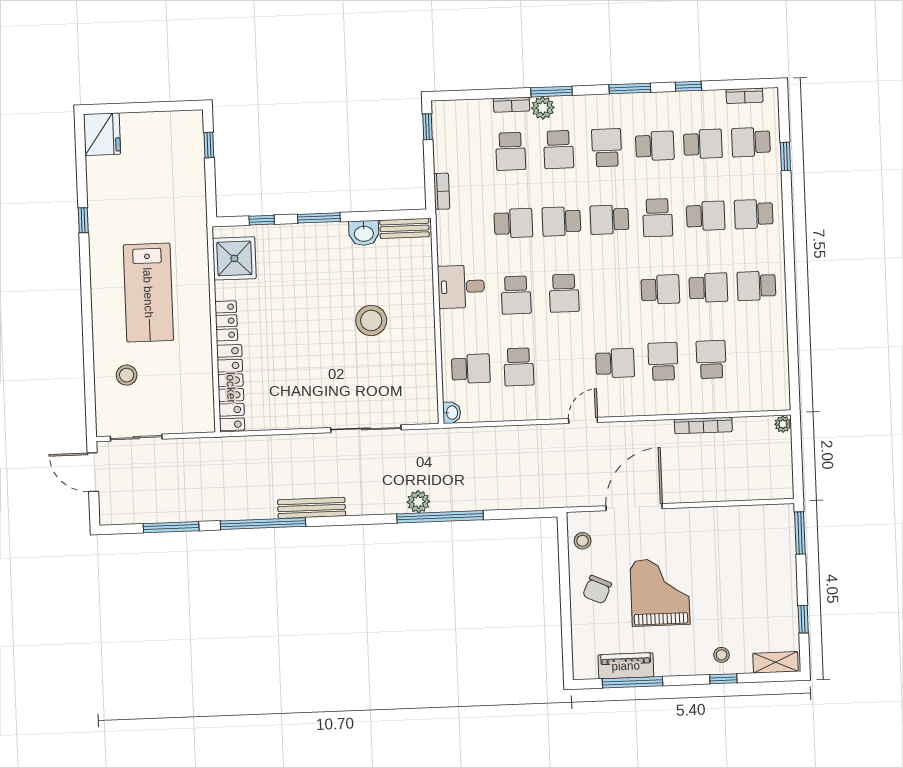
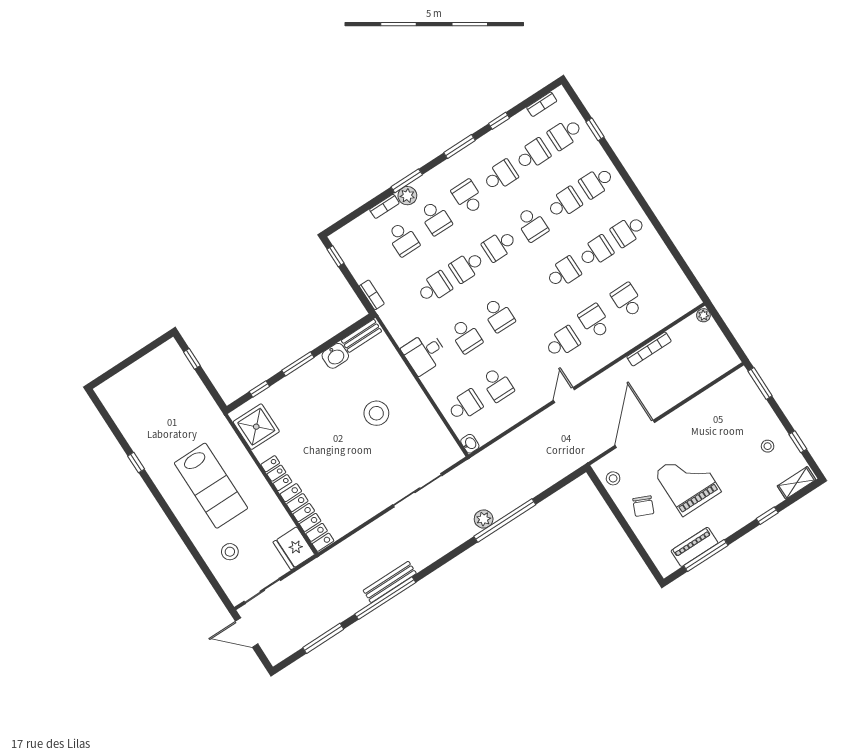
fridge: (102, 134) -> (294, 548), moved, turned 180
bench: (312, 508) -> (390, 582), moved
stool: (722, 655) -> (768, 446), moved

